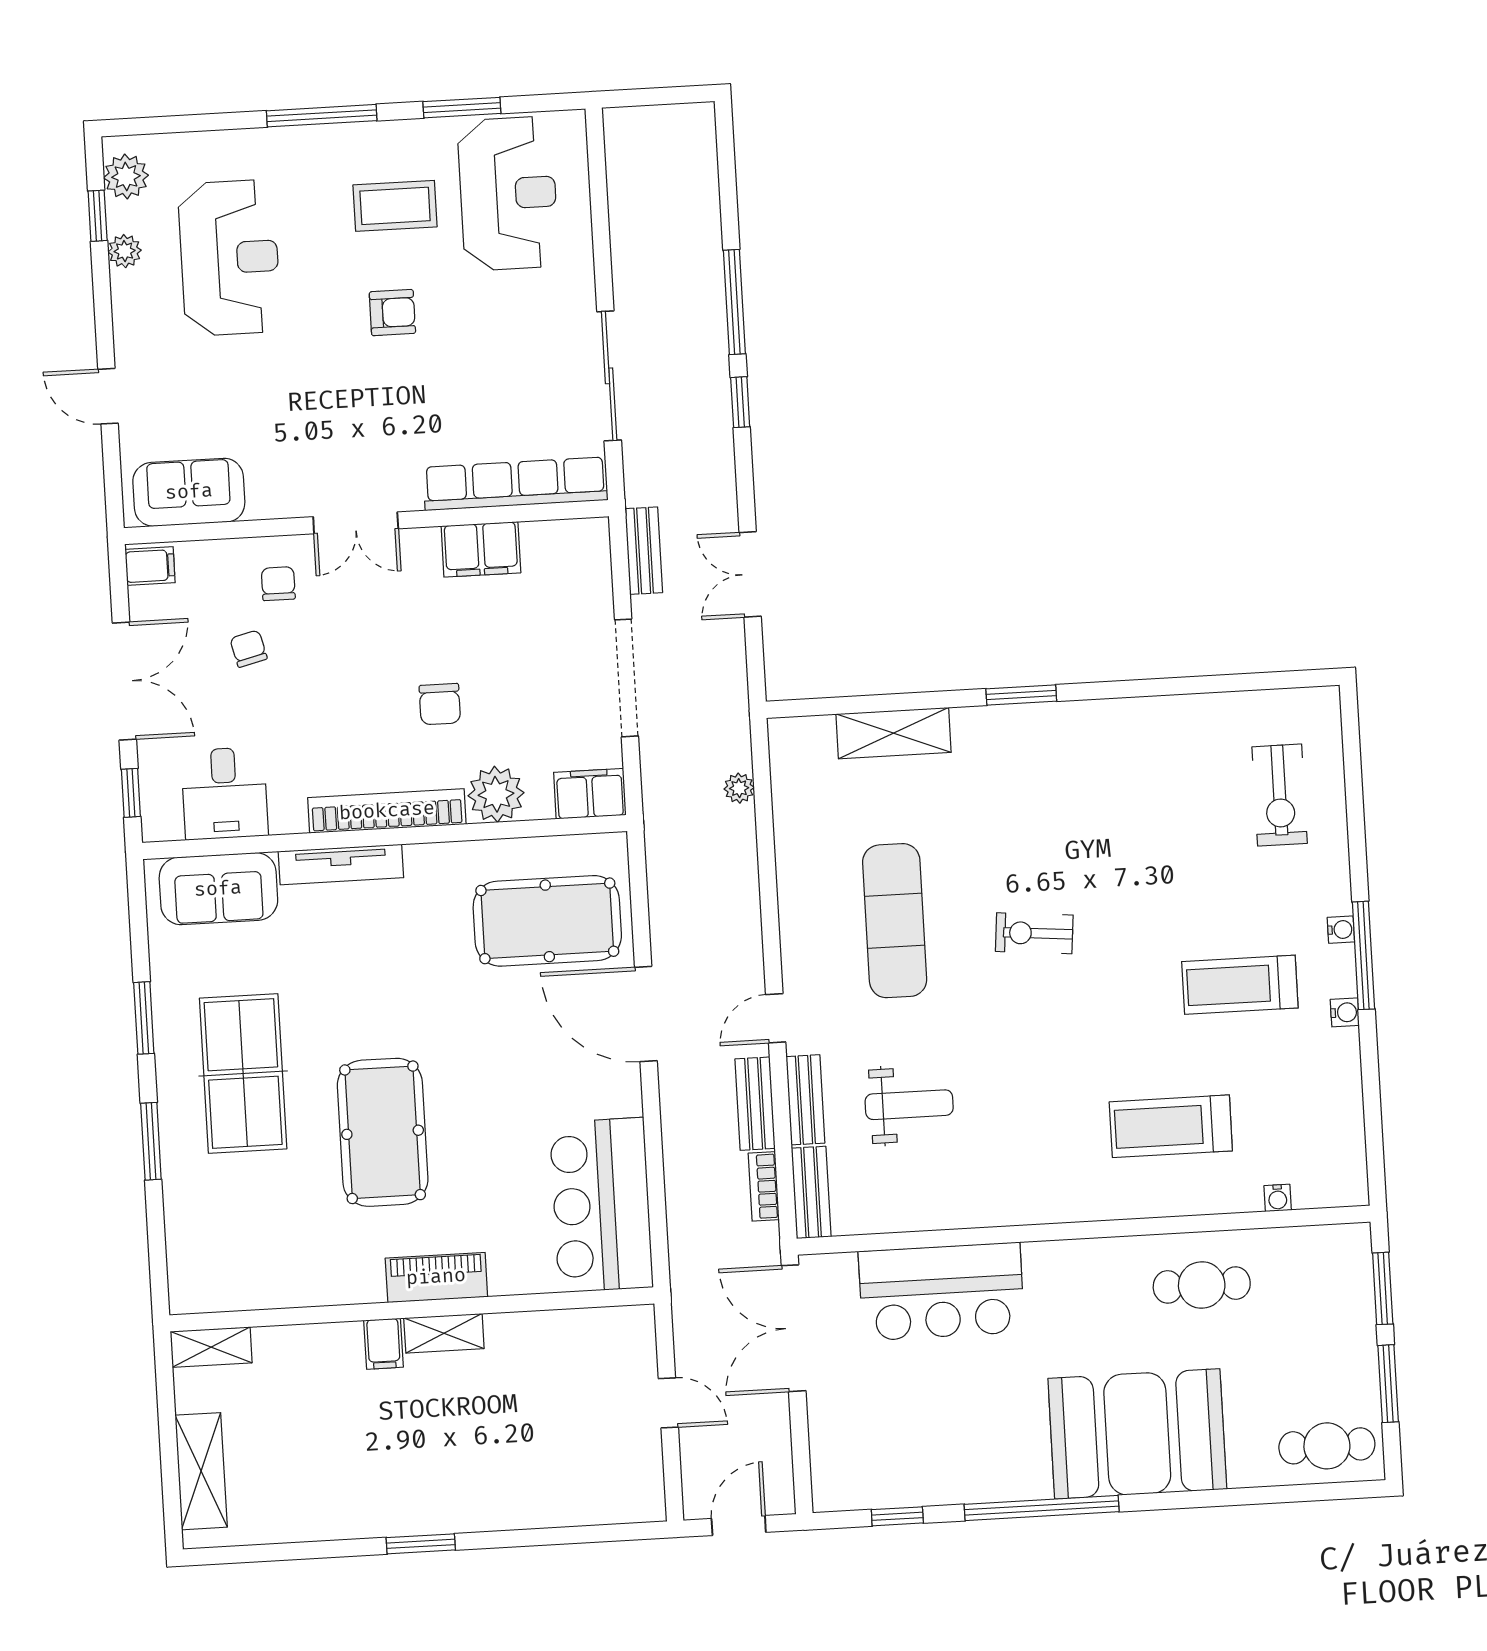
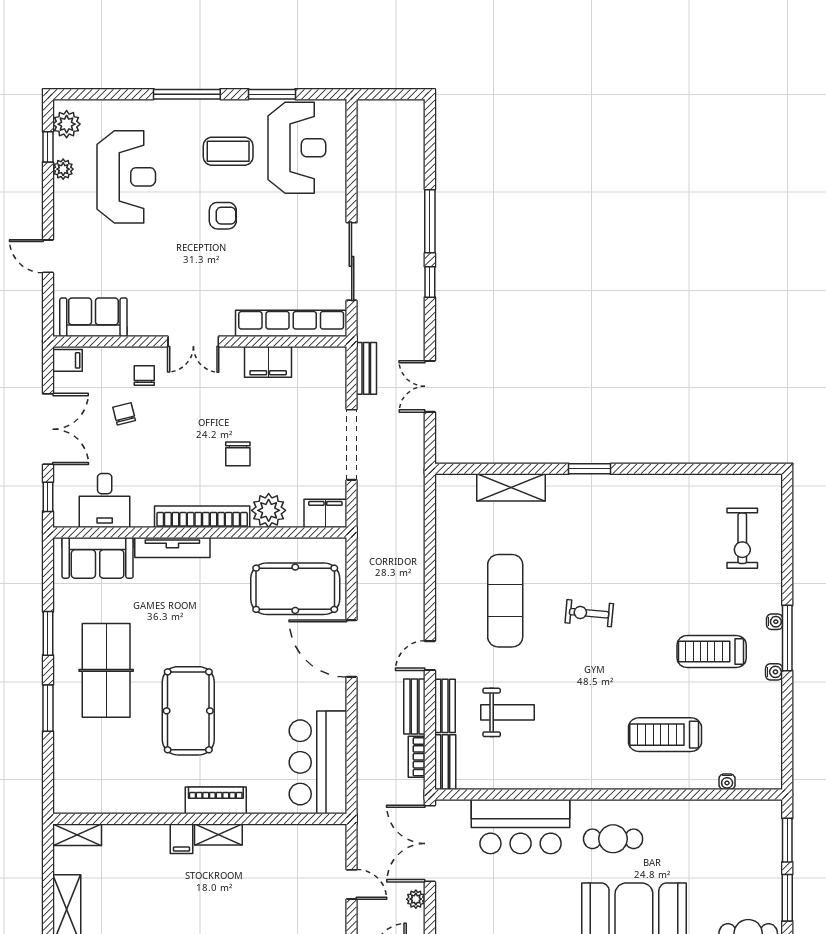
plant: (739, 788) -> (416, 899), moved
cafe table: (1202, 1285) -> (613, 839), moved

